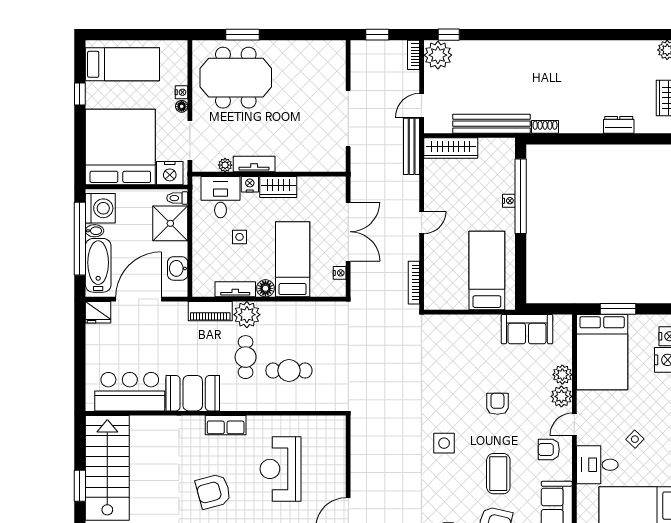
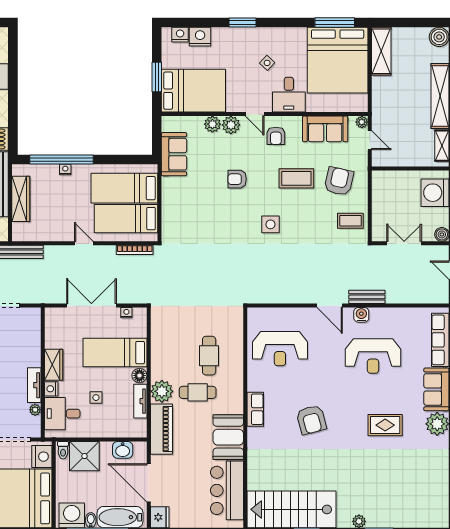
wardrobe: (451, 148) -> (21, 199), moved
bed: (451, 273) -> (126, 219), added
piano: (210, 311) -> (162, 429), width x1.37, depth x1.33
reception desk: (281, 469) -> (280, 349), moved

